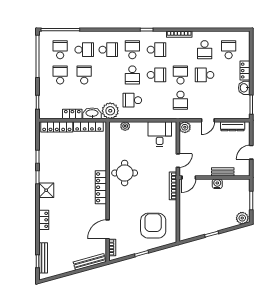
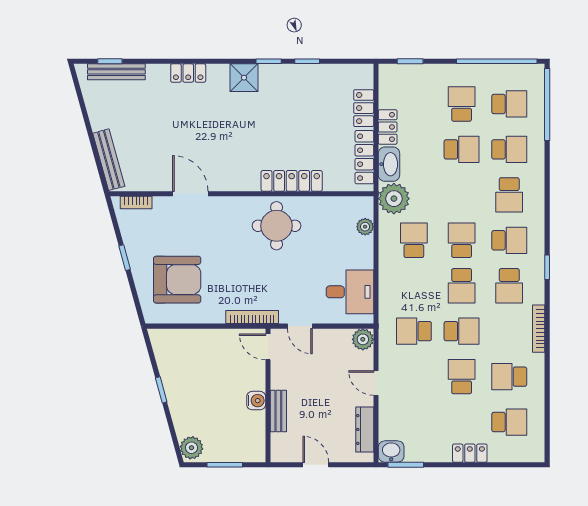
school desk: (84, 50) -> (509, 149), turned -90
school desk: (60, 75) -> (462, 104), turned -90
school desk: (132, 75) -> (462, 240), turned 90
washbasin: (244, 88) -> (391, 451), moved
locker: (57, 127) -> (364, 108), width x0.66
locker: (101, 187) -> (292, 181), moved
door: (108, 229) -> (190, 194), moved

